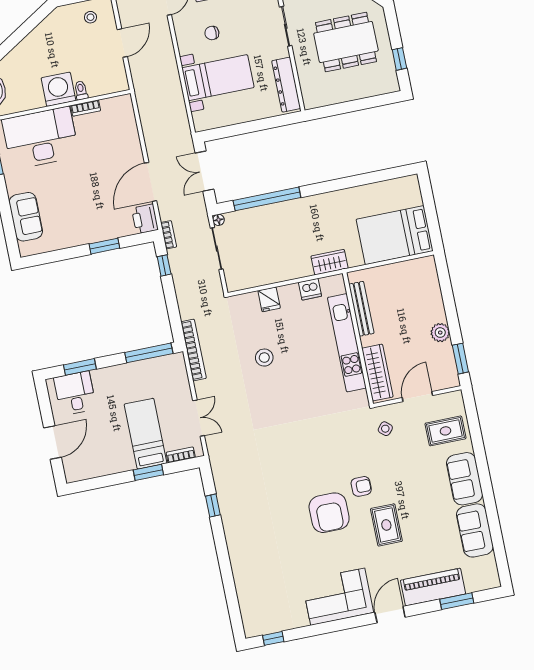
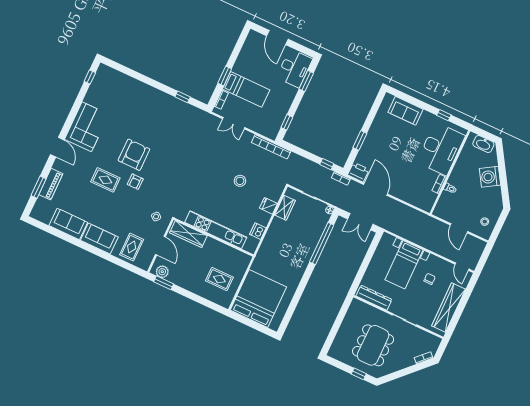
window: (399, 59) -> (359, 374), moved
washing machine: (58, 89) -> (490, 177), moved, turned 148
double door: (205, 171) -> (360, 222), swing flipped
bed: (395, 235) -> (258, 299), width x1.36
wardrobe: (329, 262) -> (285, 208), moved
rug: (405, 293) -> (219, 279), added
bench: (361, 309) -> (228, 250), removed
plant: (440, 333) -> (162, 272), moved
window: (149, 353) -> (287, 122), width x0.46
desk: (75, 393) -> (294, 68), width x1.37
armchair: (329, 513) -> (134, 155), turned 90
piano: (433, 587) -> (51, 184), width x0.73, depth x0.75

